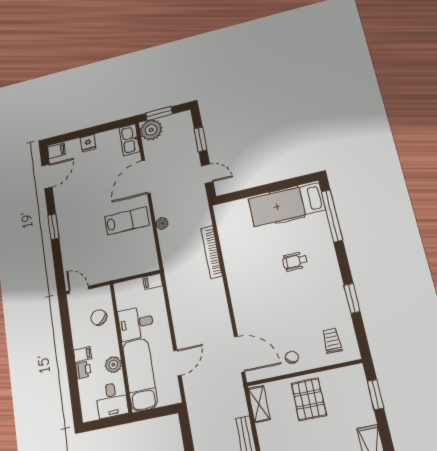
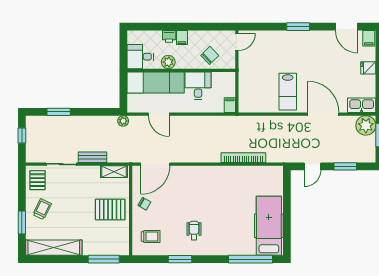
plant: (162, 223) -> (123, 121), moved
wheelchair: (295, 261) -> (194, 231), moved
window: (375, 395) -> (104, 259), width x1.44

